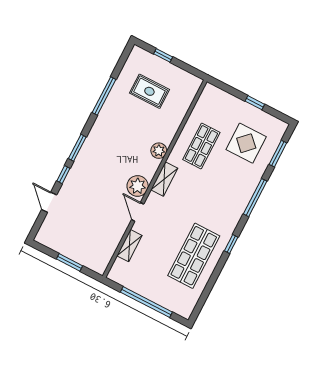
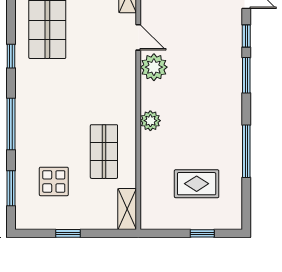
display table: (246, 143) -> (54, 181), width x0.73, depth x0.73
shelving: (164, 179) -> (127, 209), moved

